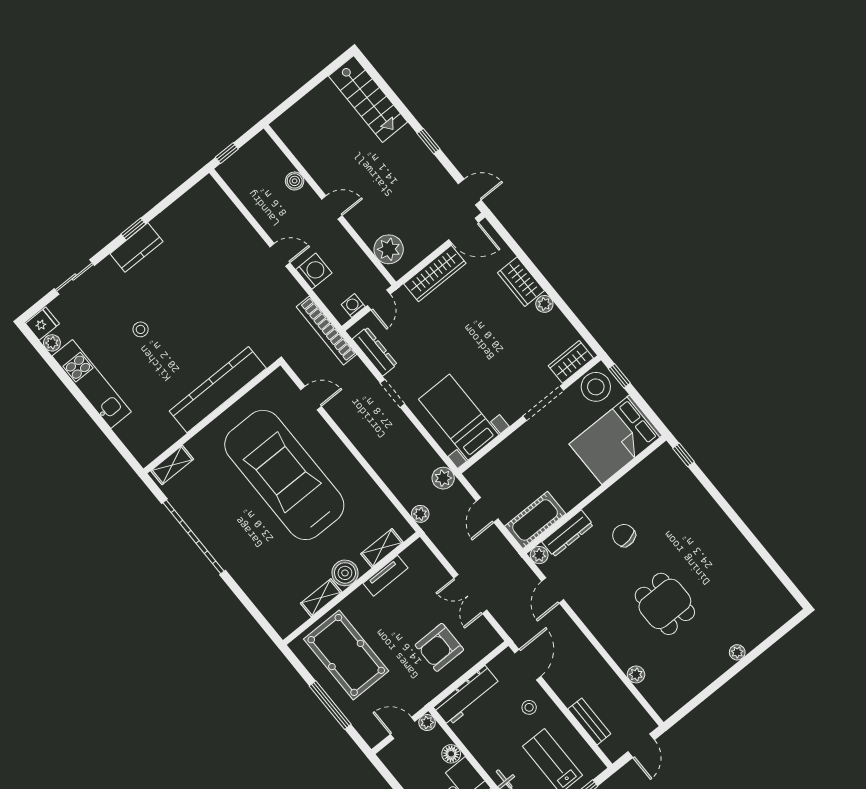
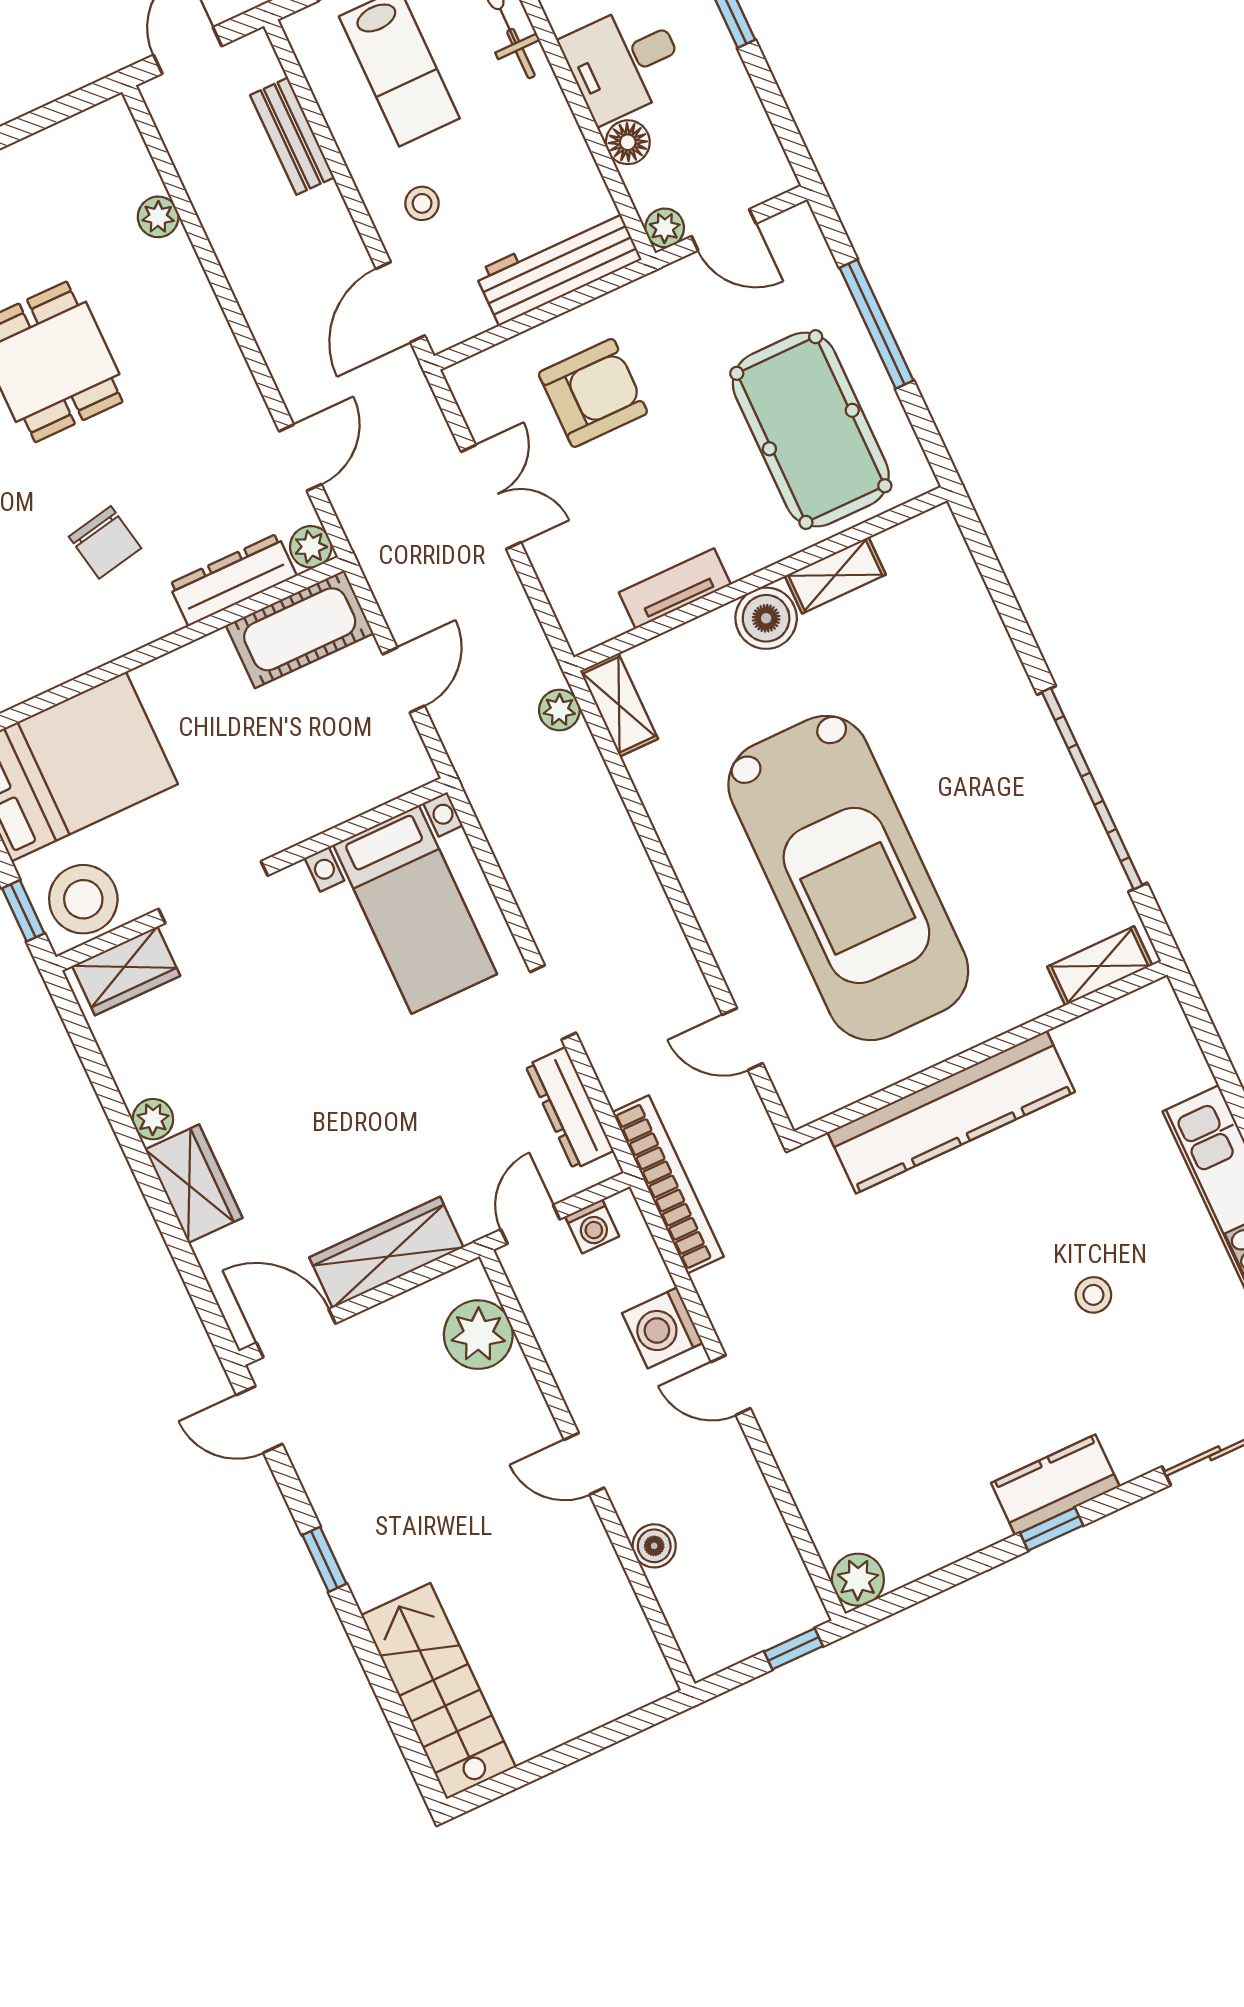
plant: (443, 478) -> (858, 1580), moved
shelving: (382, 548) -> (619, 705), moved, turned 90

